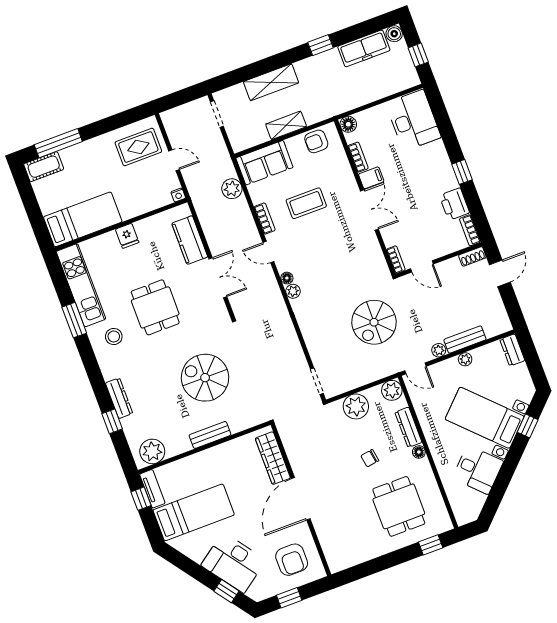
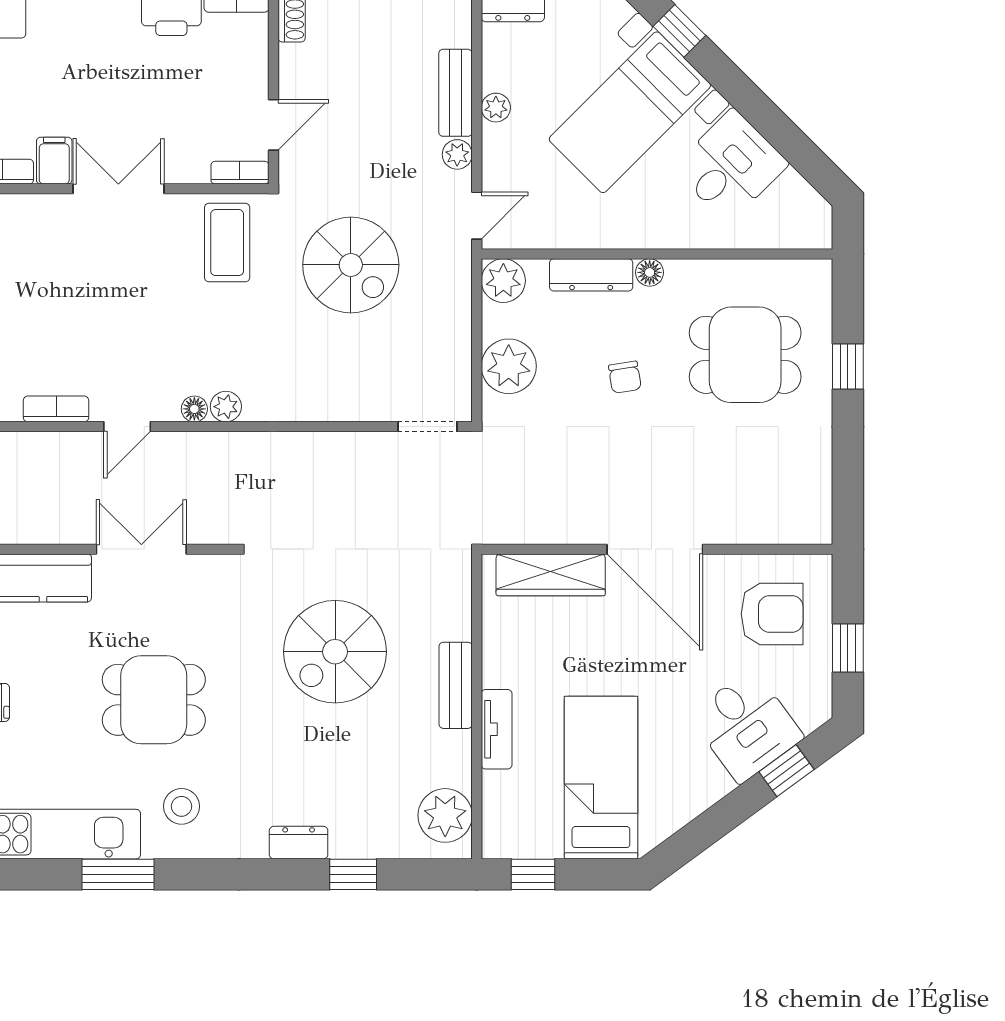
coffee table: (306, 203) -> (227, 243), moved
dresser: (119, 398) -> (299, 843), width x0.70
tv unit: (152, 489) -> (497, 729), moved, turned 90
window: (431, 545) -> (848, 367), moved
desk: (233, 563) -> (746, 726), width x0.73

